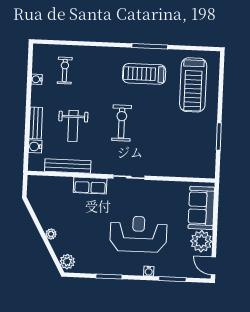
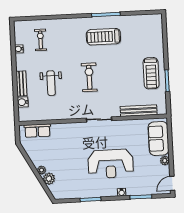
treadmill: (193, 85) -> (151, 73), moved, width x0.73, depth x0.73
bench: (68, 166) -> (139, 111), moved
row of seats: (90, 186) -> (37, 131), moved
reception desk: (138, 234) -> (111, 164), turned 180
plant: (201, 241) -> (165, 161), width x0.53, depth x0.53
plant: (67, 262) -> (49, 179), moved
door: (213, 266) -> (172, 183), hinge flipped

